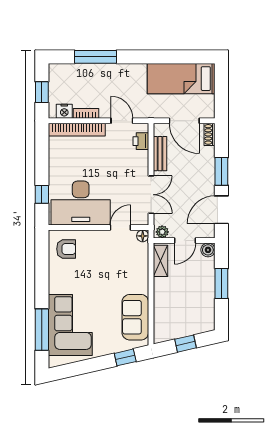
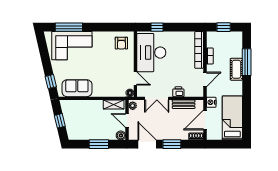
cot: (106, 73) -> (236, 69), added
nightstand: (64, 111) -> (211, 102), moved
printer: (141, 141) -> (178, 92), moved

